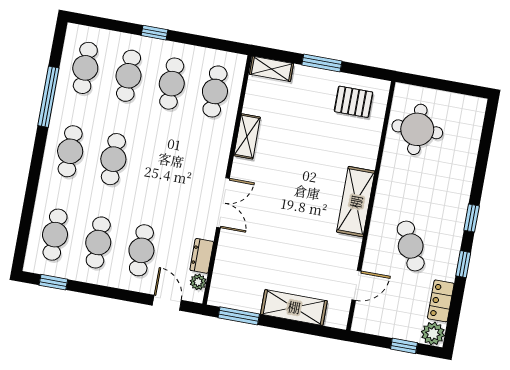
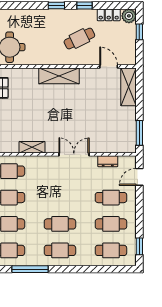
plant: (198, 282) -> (124, 161), removed
shelving: (294, 307) -> (128, 87), moved

